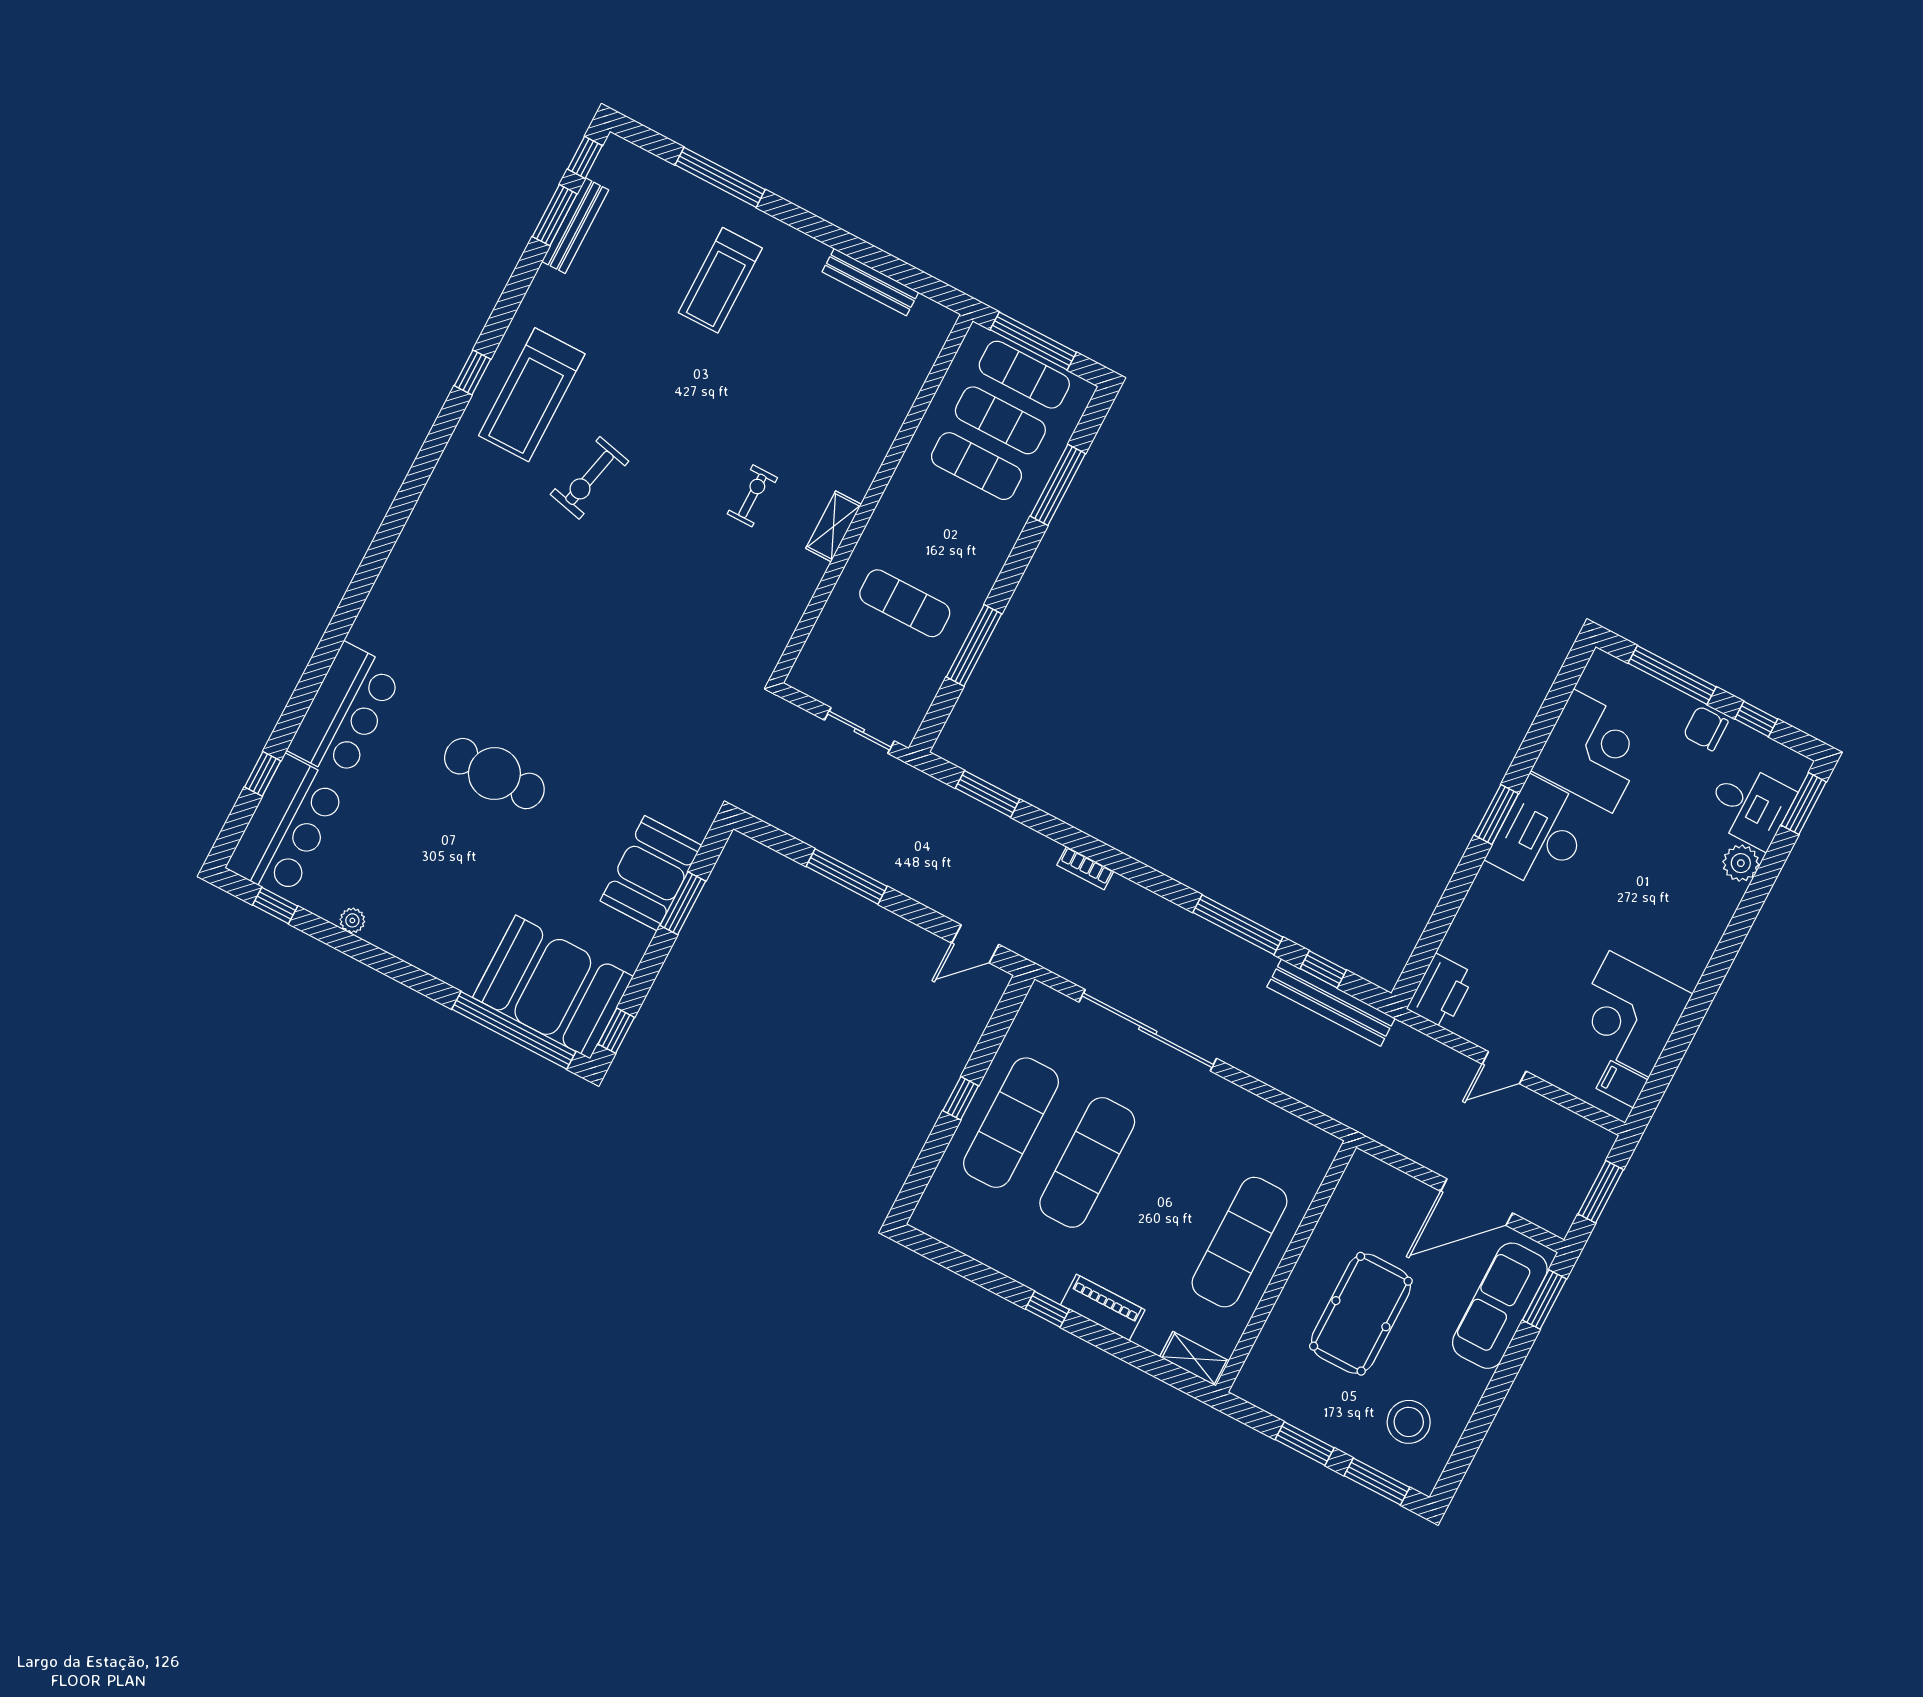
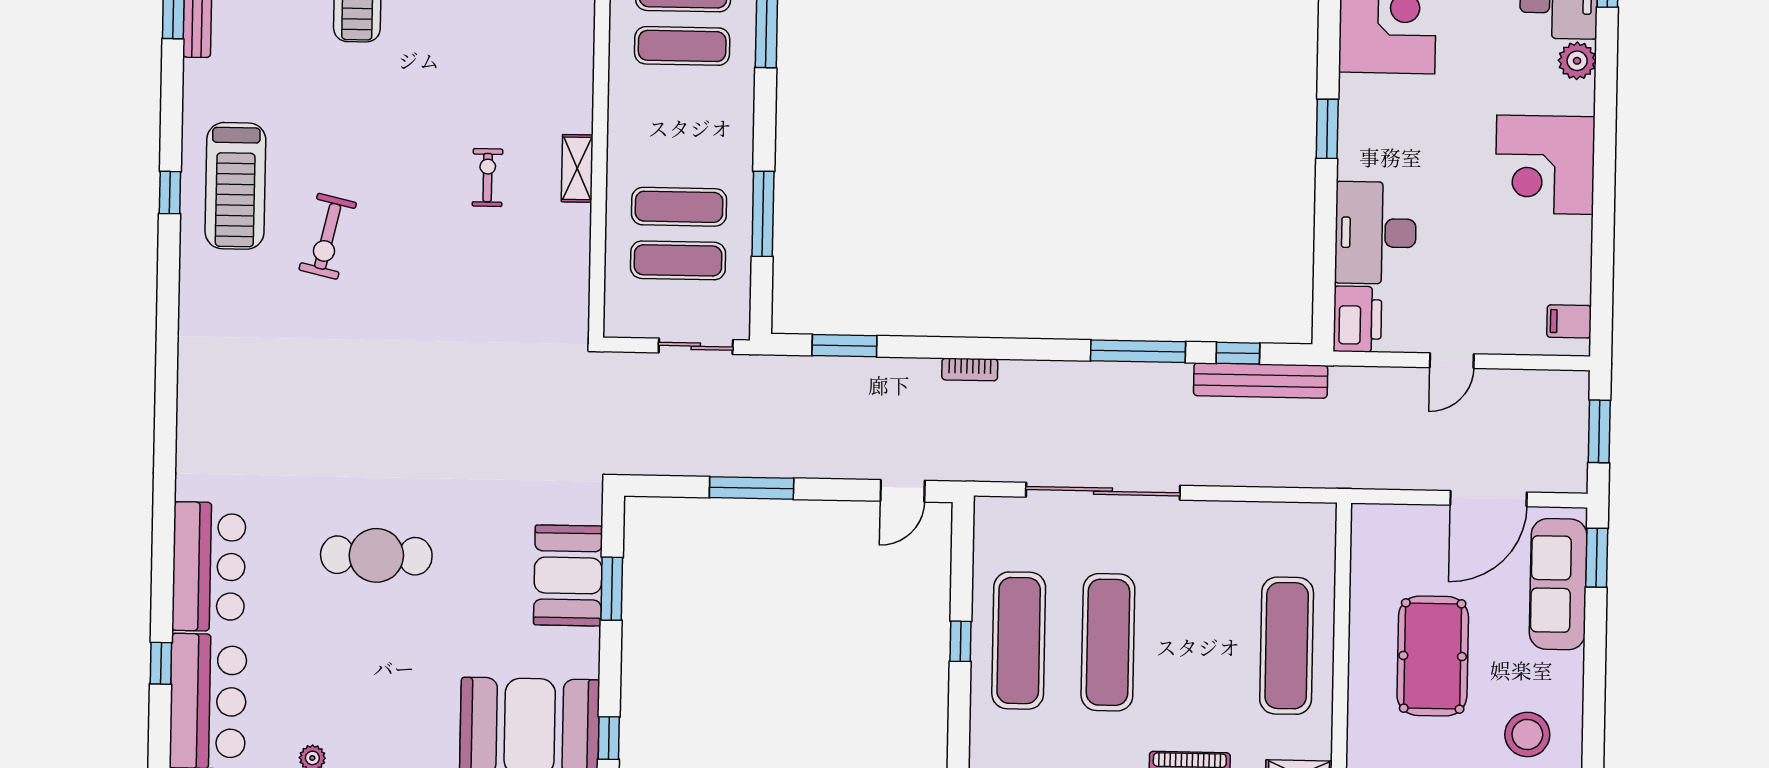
exercise mat: (881, 649) -> (678, 260), added
desk: (1541, 834) -> (1376, 233), moved
corner desk: (1629, 1014) -> (1545, 165), moved

